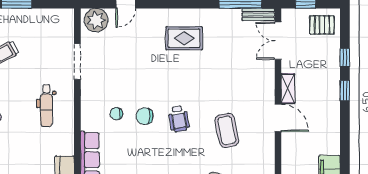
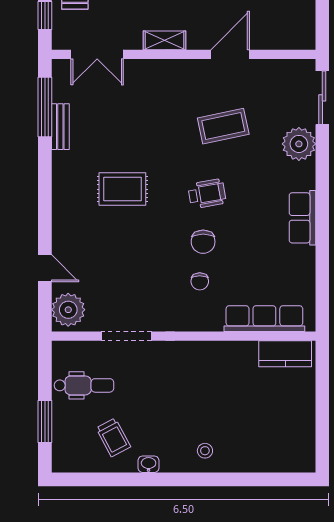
bench: (258, 15) -> (60, 127), moved
rug: (184, 38) -> (122, 189), moved, turned 90
dental chair: (46, 106) -> (84, 385), moved
door: (278, 118) -> (230, 54), moved

